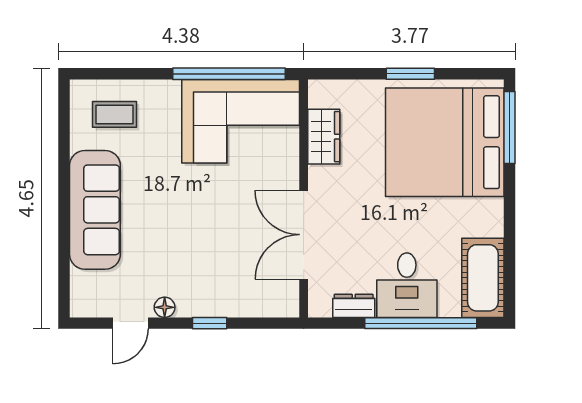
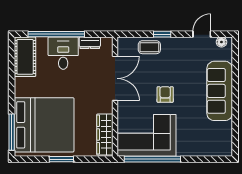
coffee table: (115, 114) -> (149, 47), moved
wardrobe: (324, 137) -> (105, 134), width x1.50
armchair: (203, 203) -> (165, 94), added
floor lamp: (165, 307) -> (221, 42), moved

